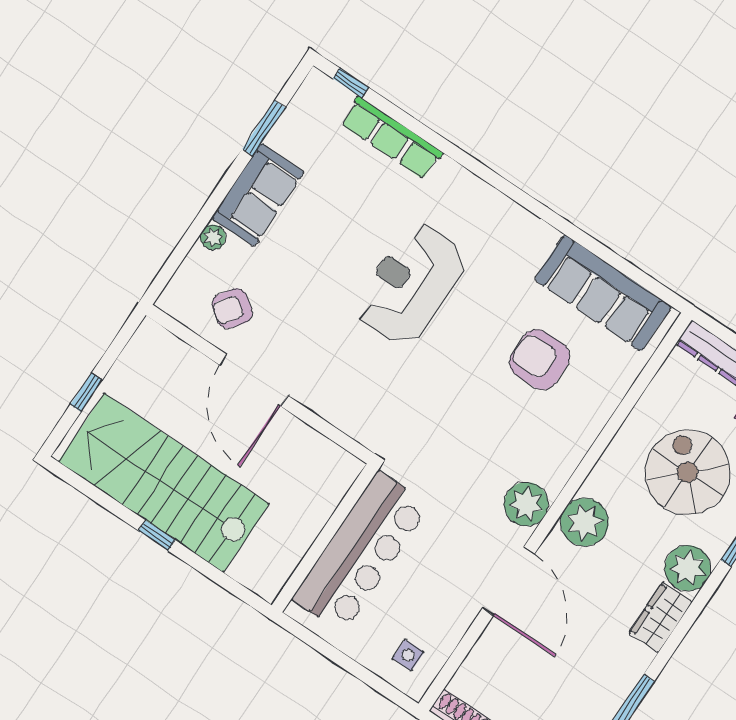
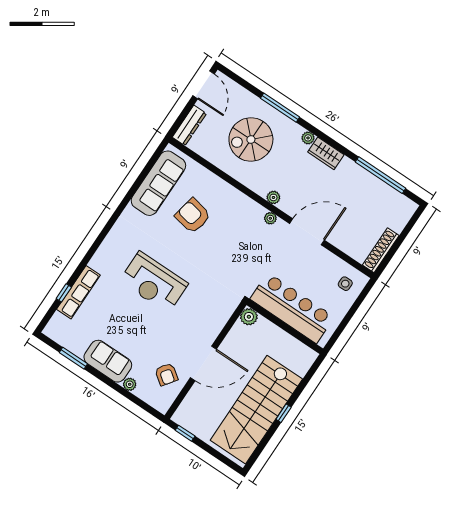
window: (351, 83) -> (64, 293), moved
armchair: (540, 360) -> (193, 216), turned 101
window: (86, 392) -> (185, 433), moved
plant: (344, 468) -> (249, 317), added
plant: (526, 504) -> (270, 218), width x0.53, depth x0.53
plant: (584, 522) -> (273, 197), width x0.53, depth x0.53
plant: (688, 568) -> (308, 138), width x0.53, depth x0.53

